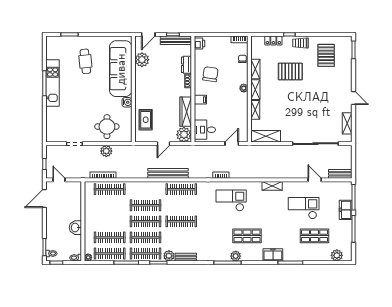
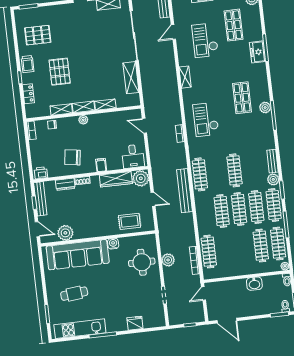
kitchen unit: (53, 83) -> (80, 329), moved
fridge: (52, 114) -> (135, 323), added
shelving: (266, 136) -> (131, 78), moved
door: (59, 180) -> (204, 294), moved
freezer: (273, 255) -> (257, 52), moved

